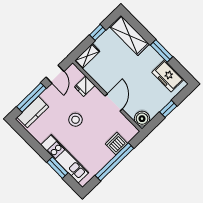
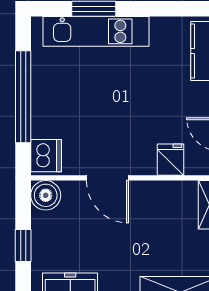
stool: (75, 120) -> (136, 100), removed
dishwasher: (116, 144) -> (46, 156), moved

